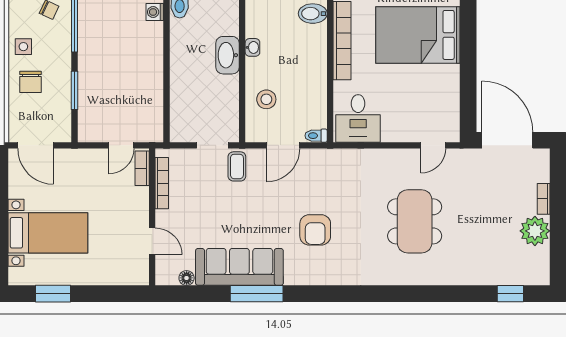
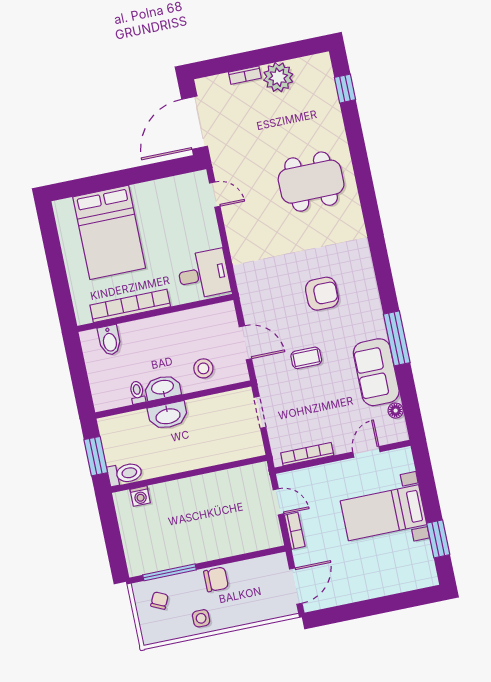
washbasin: (252, 47) -> (163, 388), width x1.91, depth x1.45
chair: (31, 82) -> (216, 579), moved
window: (74, 90) -> (234, 559), removed
toilet: (316, 136) -> (137, 392), moved, turned 180
coffee table: (237, 166) -> (306, 358), moved
bookcase: (142, 168) -> (295, 531), moved, turned -90
dining table: (415, 221) -> (311, 182), moved
bed with nightstands: (48, 233) -> (384, 513), moved, turned -90
sofa: (239, 267) -> (376, 372), width x0.73

